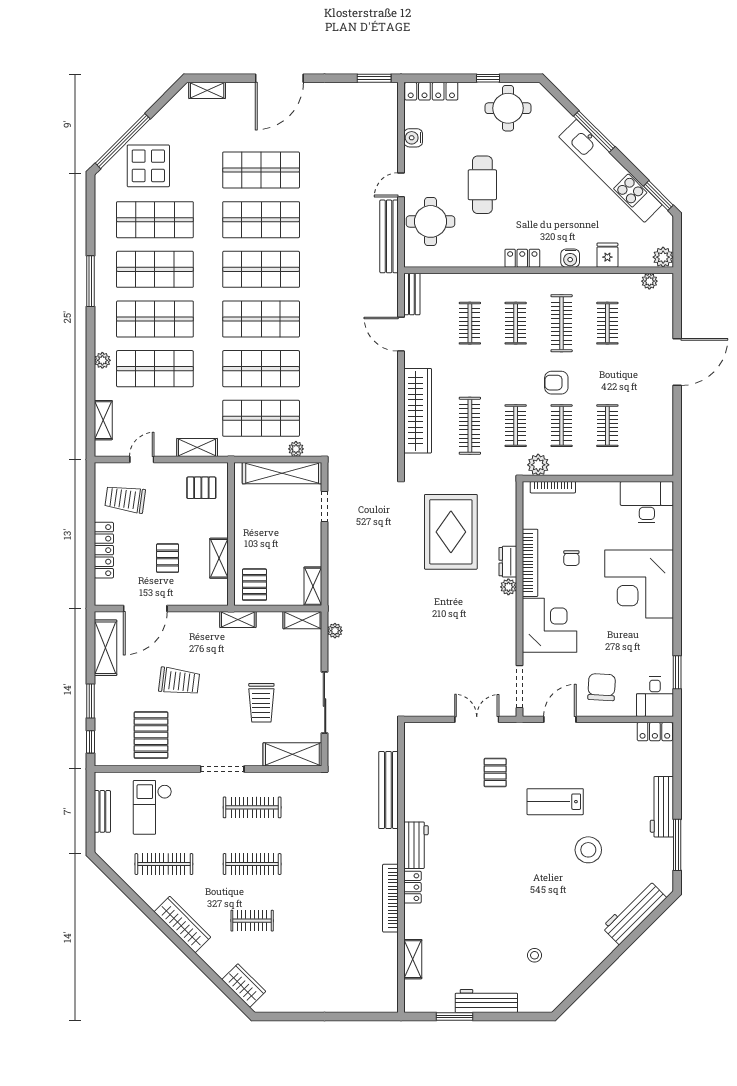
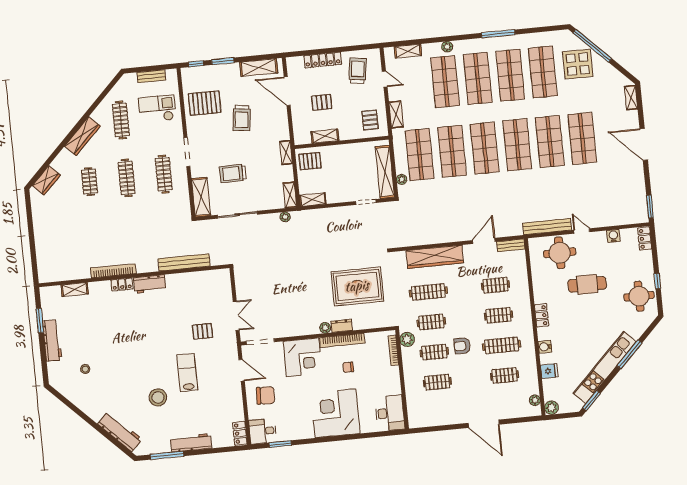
locker: (431, 91) -> (645, 239), width x0.66
armchair: (556, 383) -> (462, 346), turned -90

